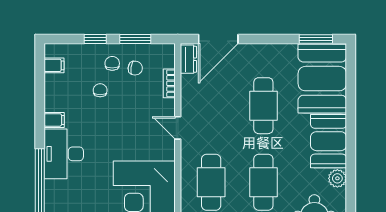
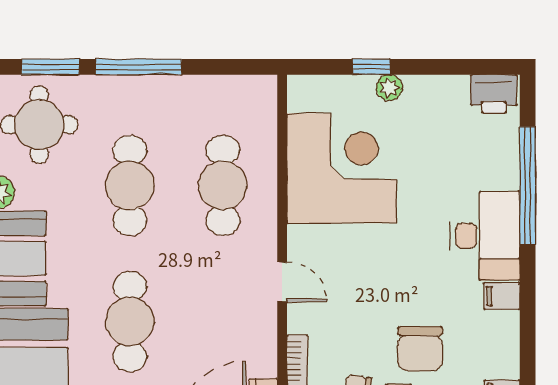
chair: (100, 90) -> (420, 349), width x1.87, depth x1.87

